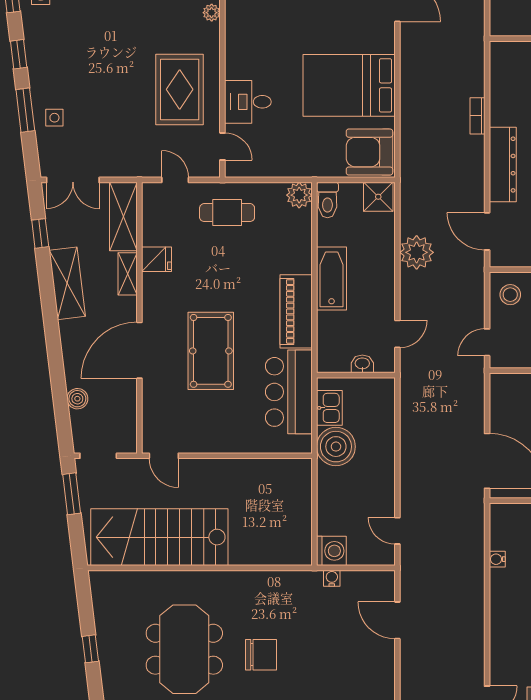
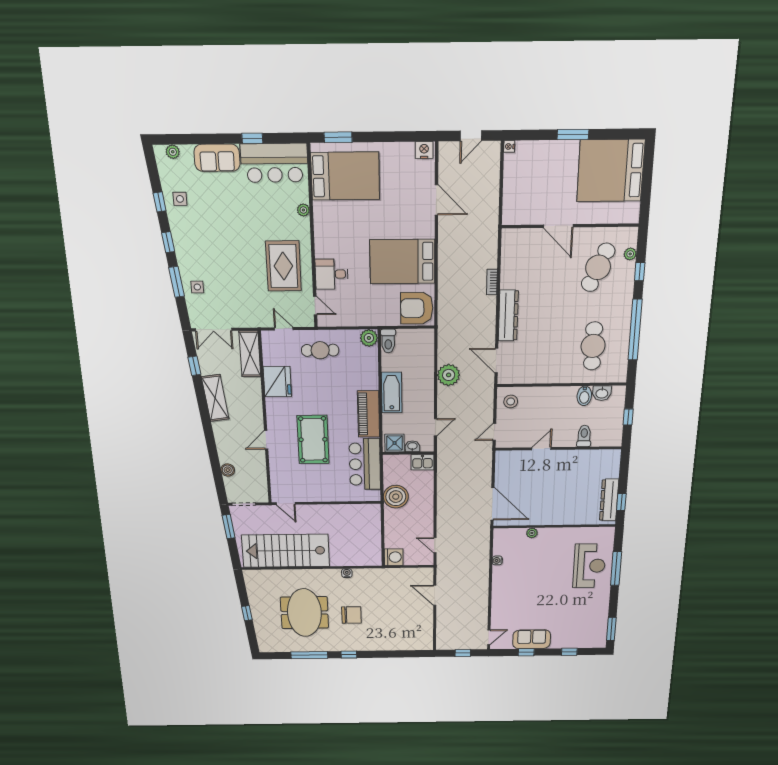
shower: (378, 197) -> (395, 443), moved
fridge: (156, 259) -> (277, 382), width x1.88, depth x1.34
shelving: (128, 274) -> (255, 391), removed
door: (139, 350) -> (266, 440), width x0.53
kitchen sink: (329, 408) -> (422, 462), moved, turned 90
water cooler: (332, 578) -> (347, 573), moved

